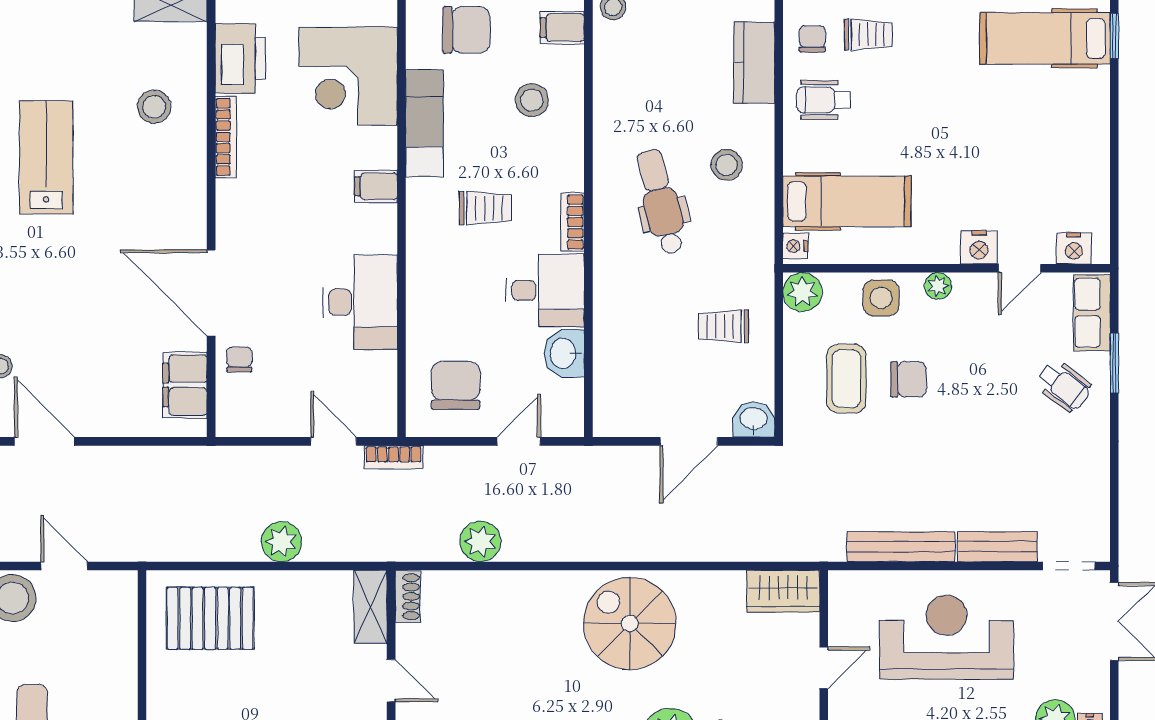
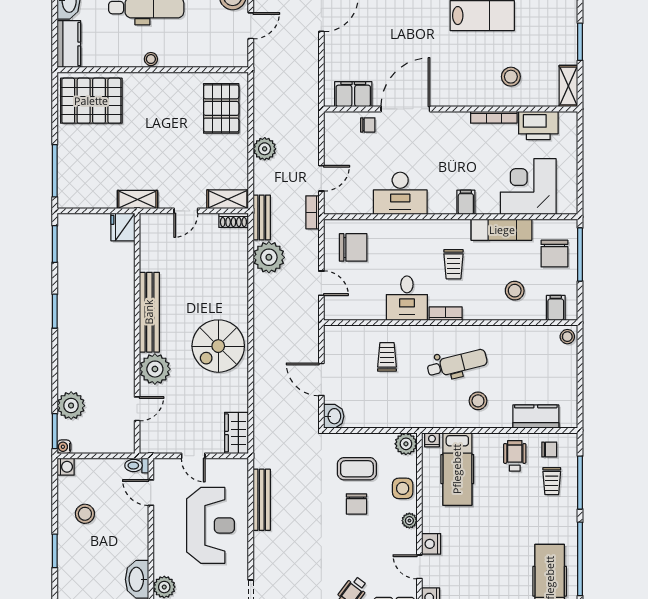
trolley: (723, 326) -> (387, 357), moved
washbasin: (564, 353) -> (371, 309), removed
plant: (480, 541) -> (269, 257), width x1.36, depth x1.36
bench: (997, 547) -> (262, 217), moved
spiral stairs: (630, 623) -> (218, 346), turned 180

